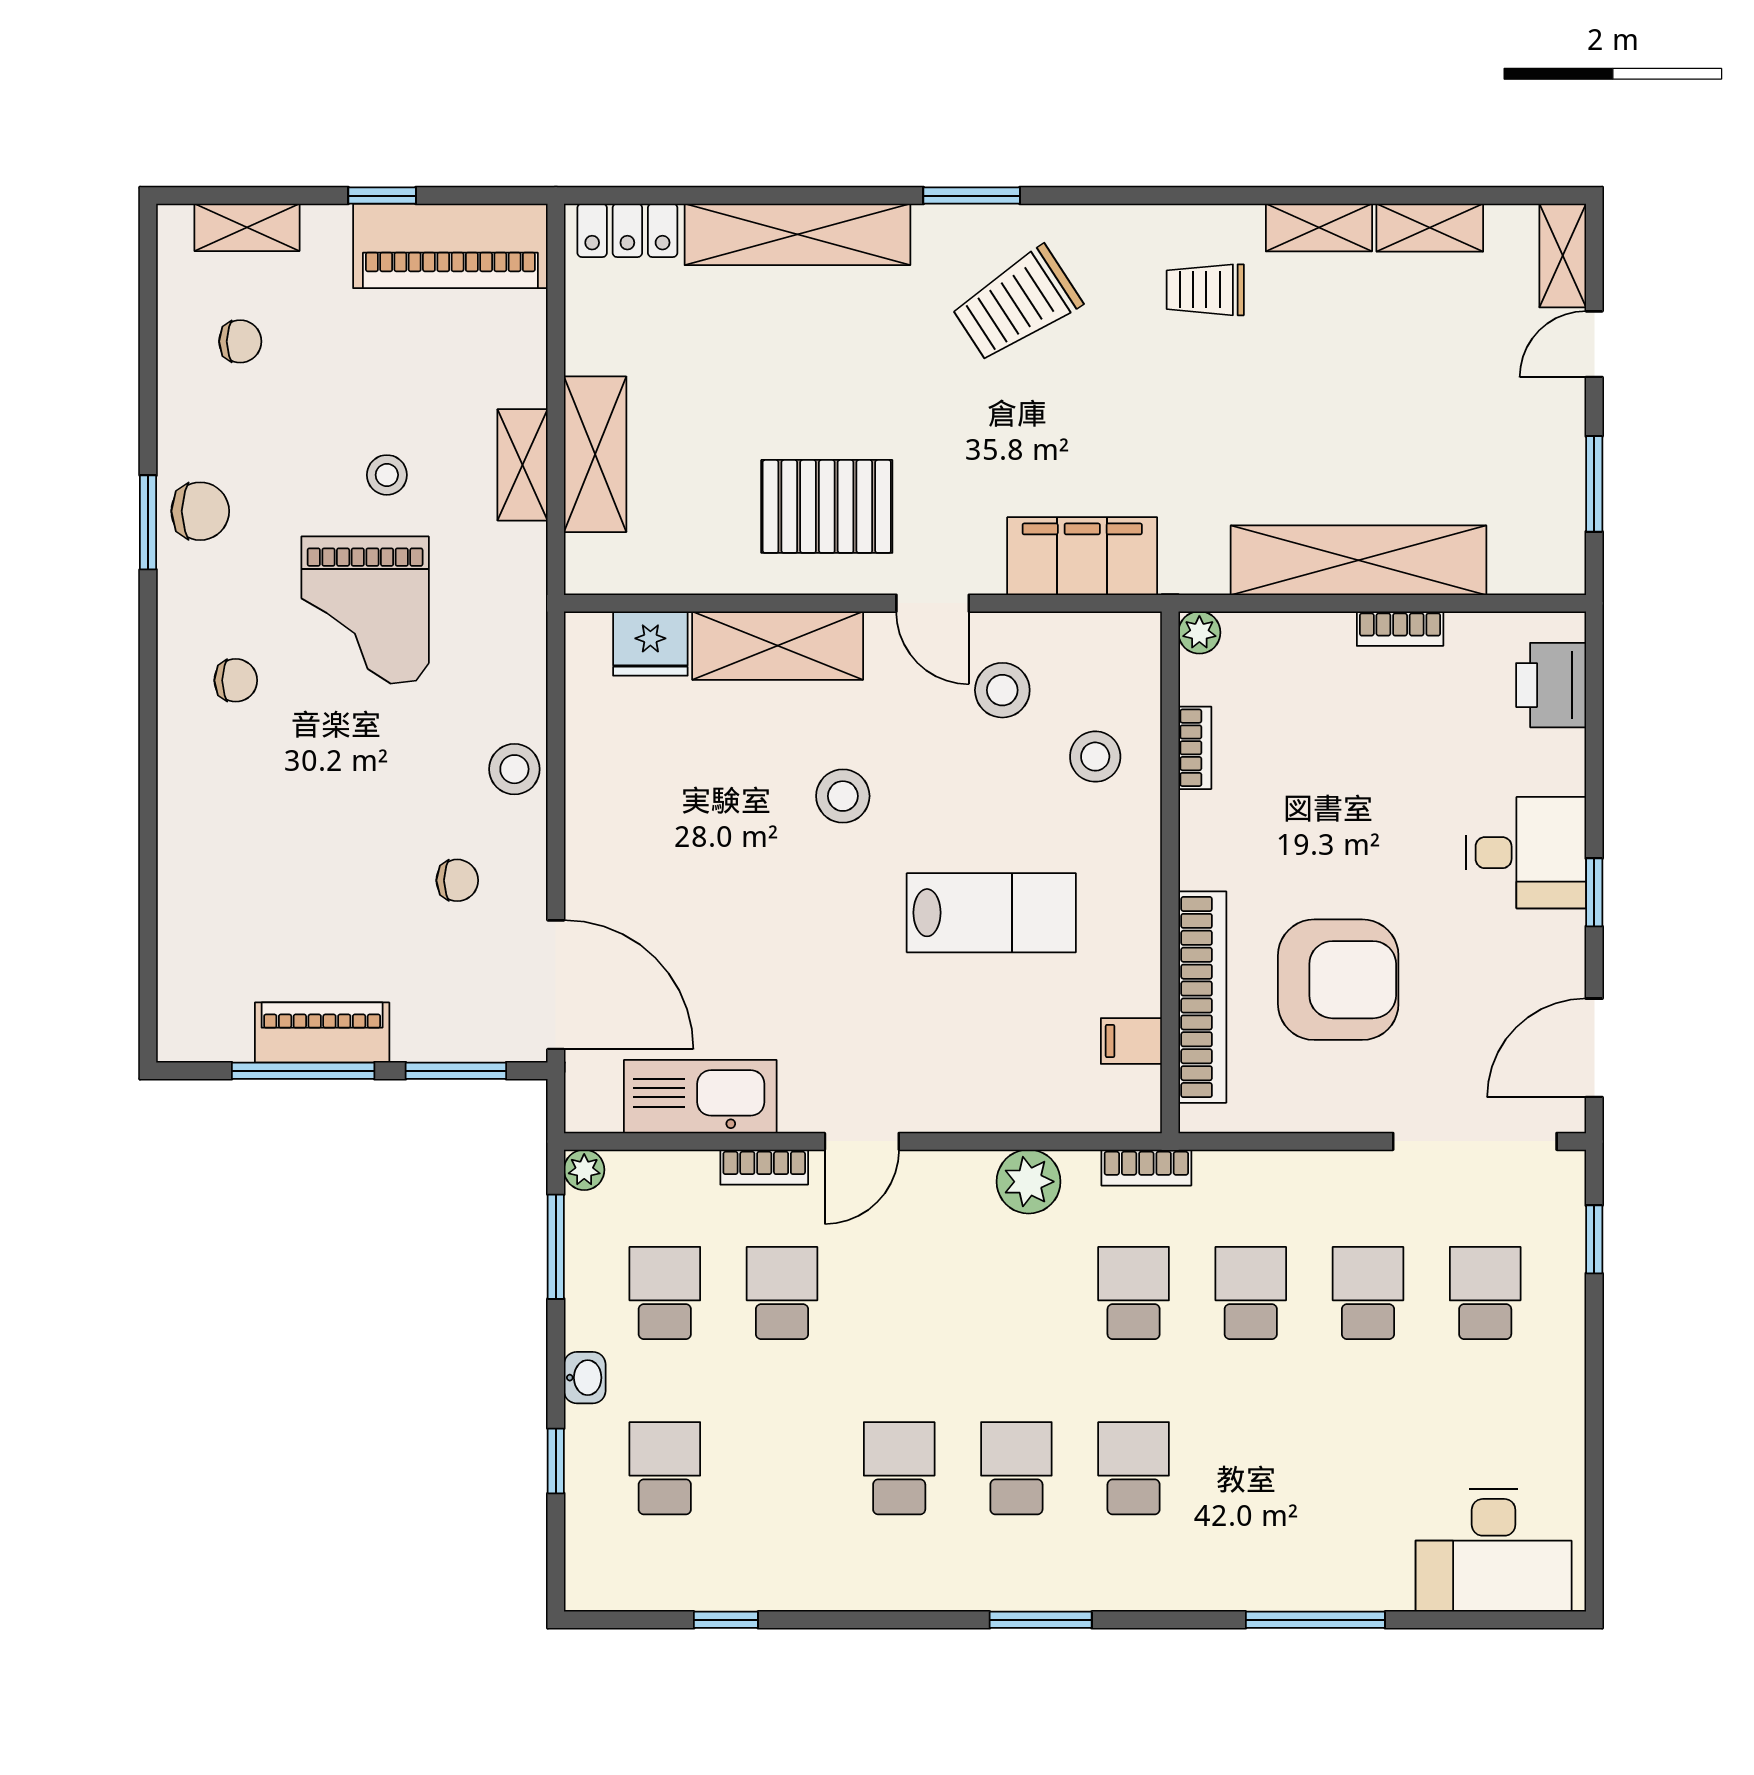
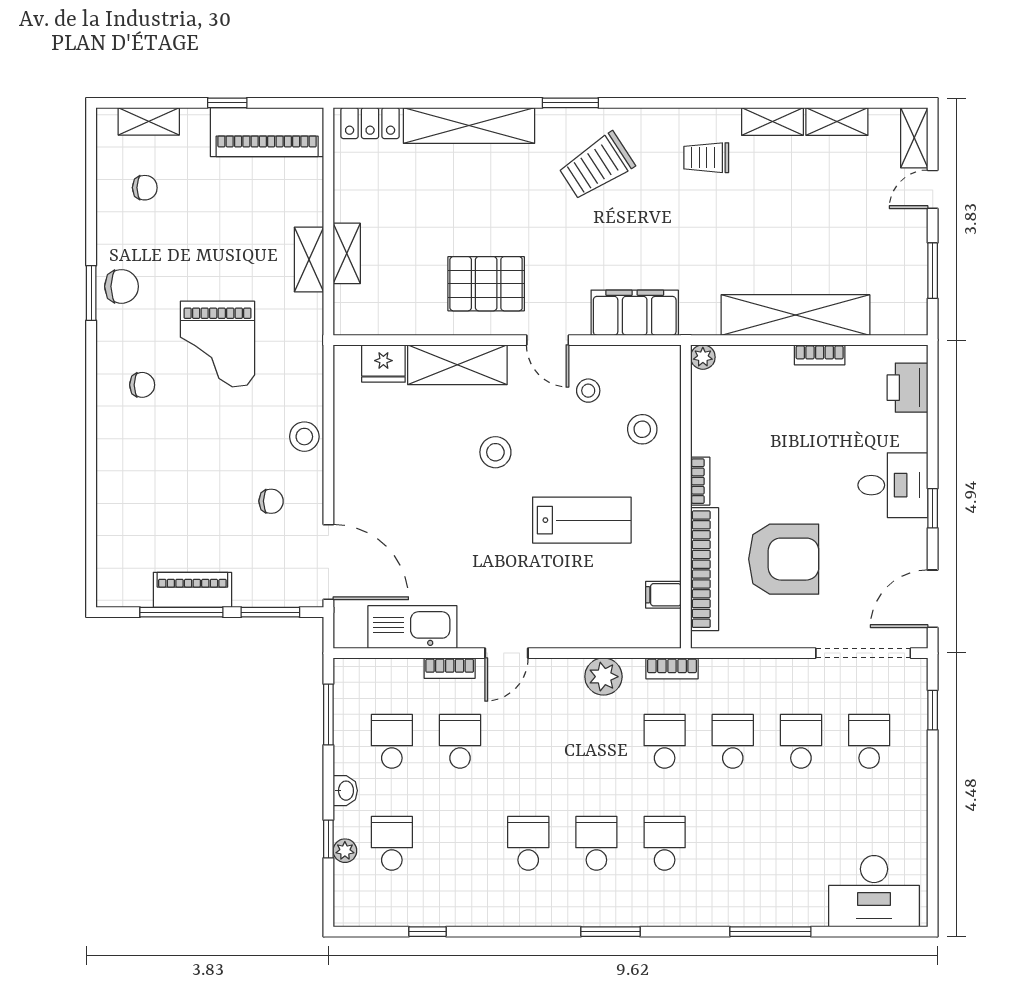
shelving: (595, 454) -> (347, 253), width x0.67, depth x0.75
stool: (387, 475) -> (230, 265), removed
stool: (1002, 690) -> (588, 391), width x0.73, depth x0.73
bookcase: (1195, 748) -> (700, 481), moved
plant: (584, 1170) -> (345, 851), moved

